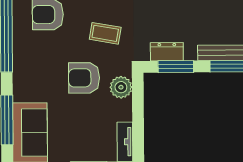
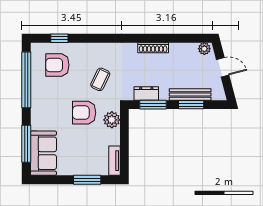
coffee table: (105, 33) -> (100, 79), turned -74

